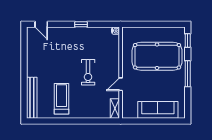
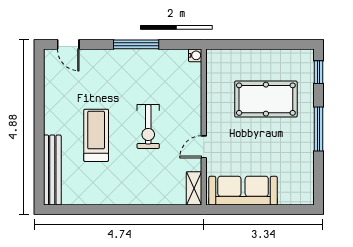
window: (81, 24) -> (136, 44), width x2.17
pool table: (157, 56) -> (266, 99), width x0.73, depth x0.76
treadmill: (62, 99) -> (96, 135), moved
sofa: (158, 110) -> (243, 191), moved

